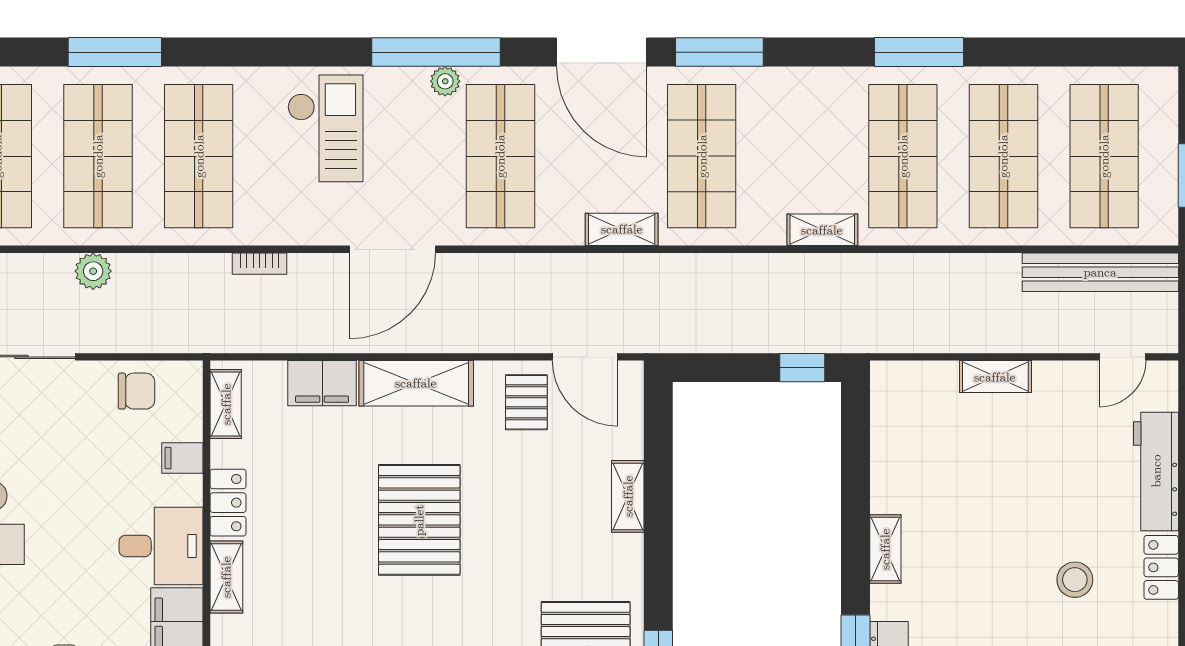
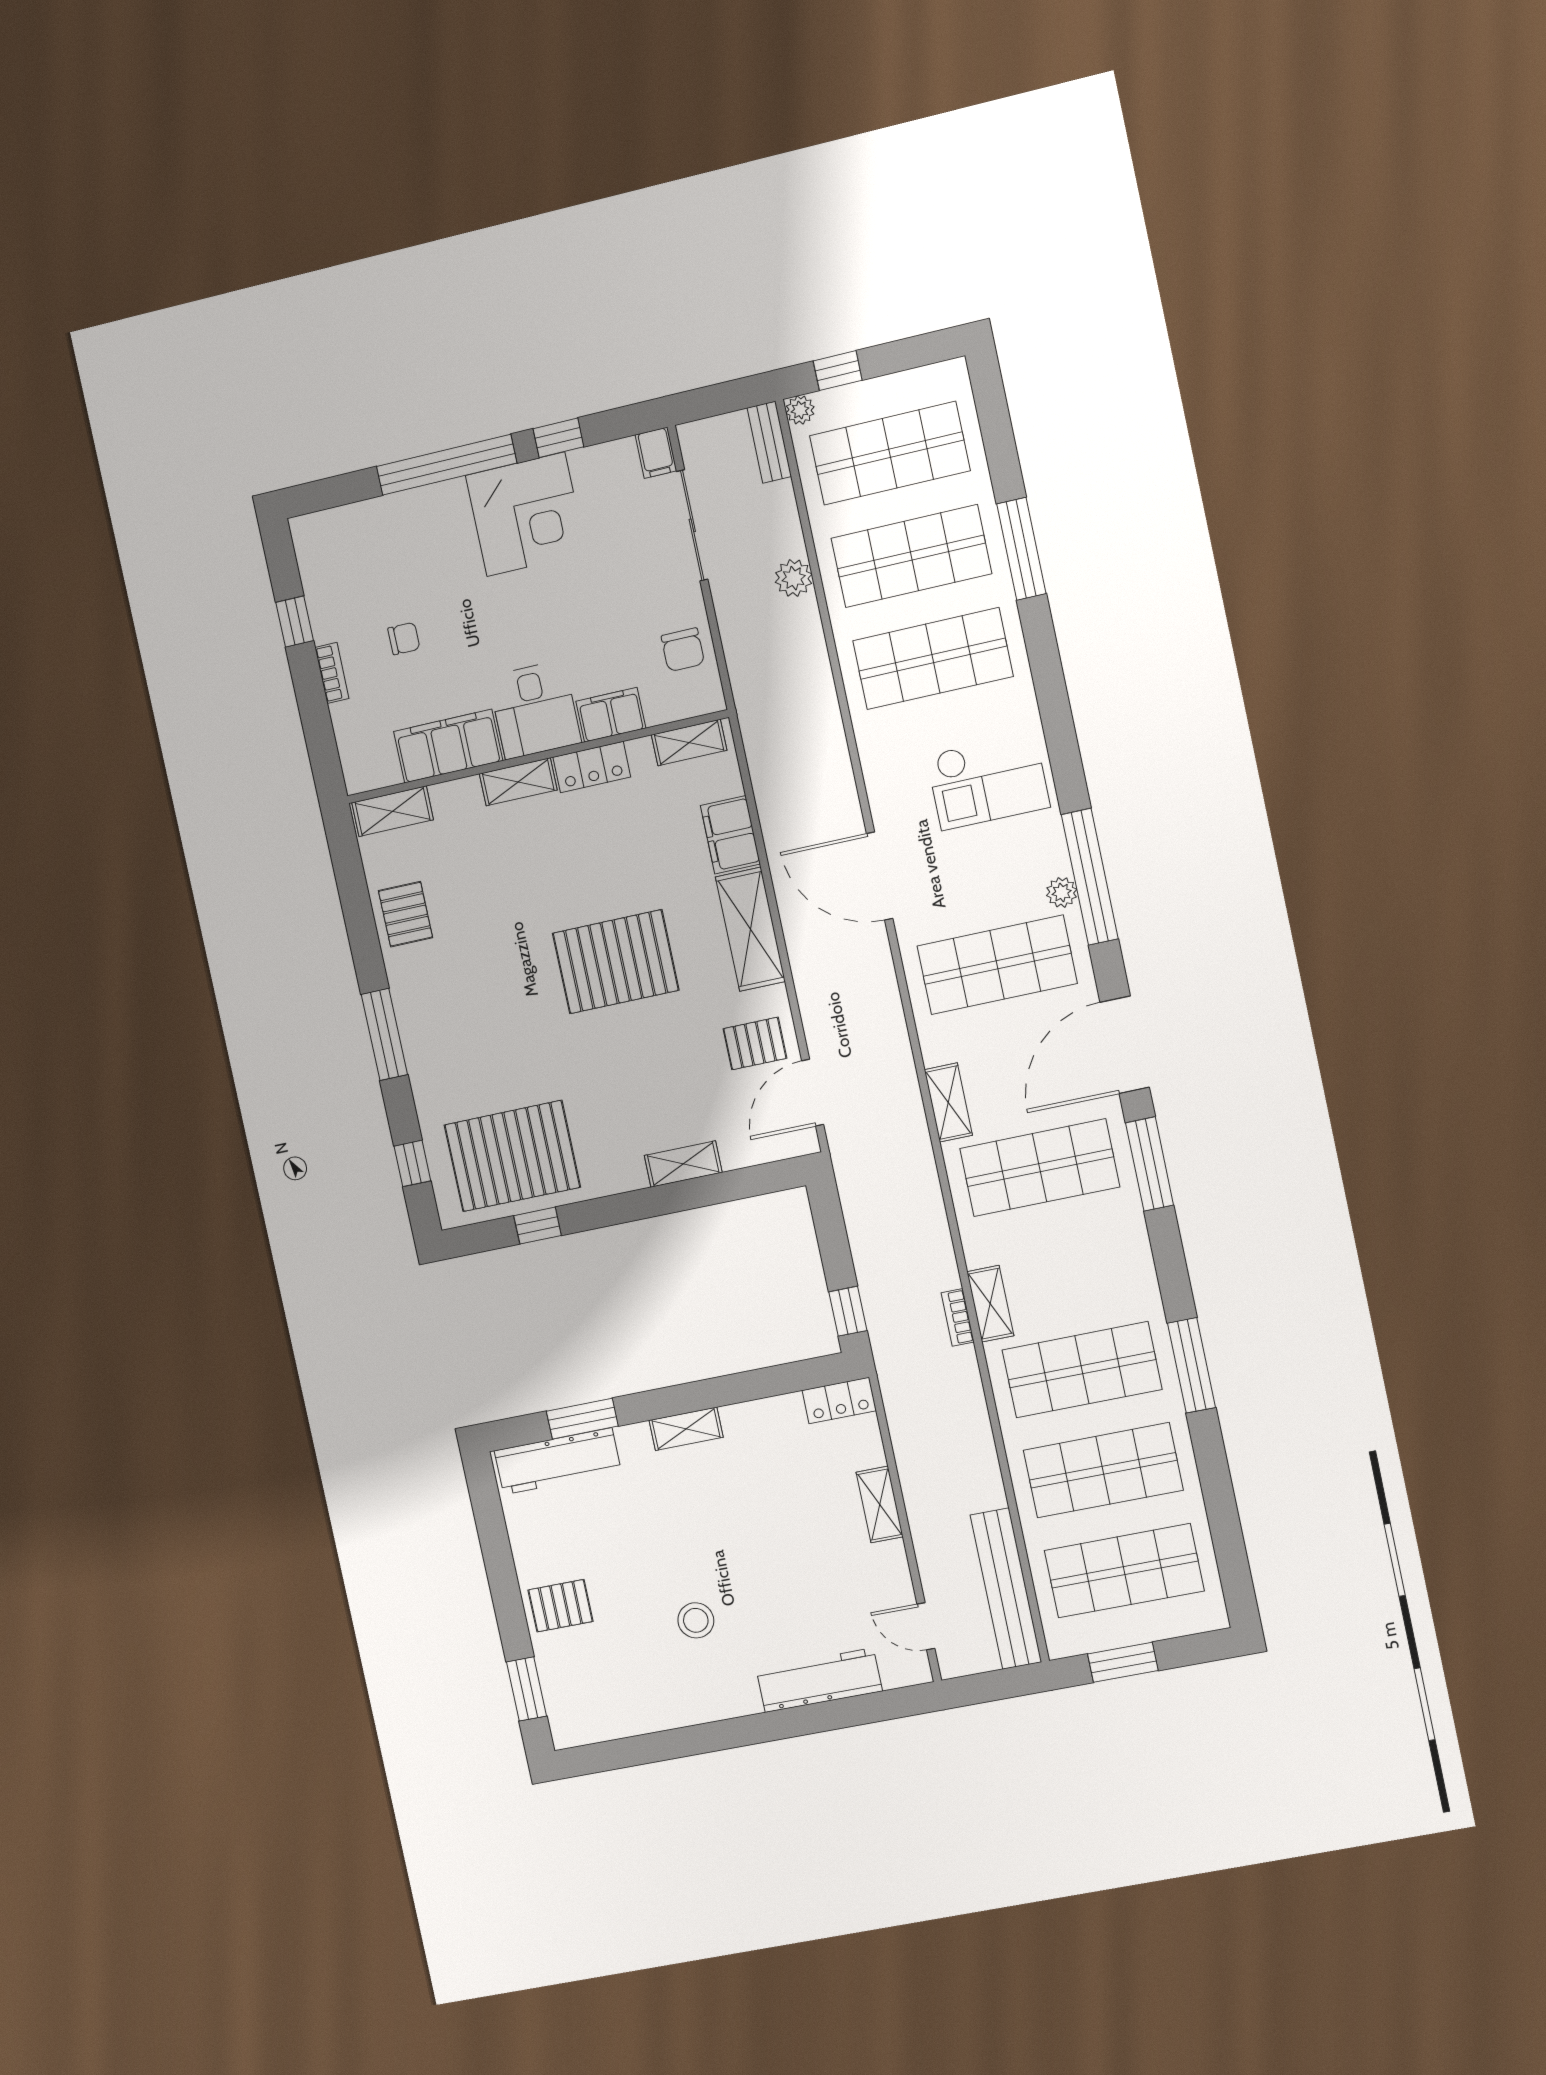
bookcase: (260, 264) -> (958, 1317), moved
filing cabinet: (182, 458) -> (611, 715), width x2.00
locker: (1161, 567) -> (839, 1400), moved, turned 180

